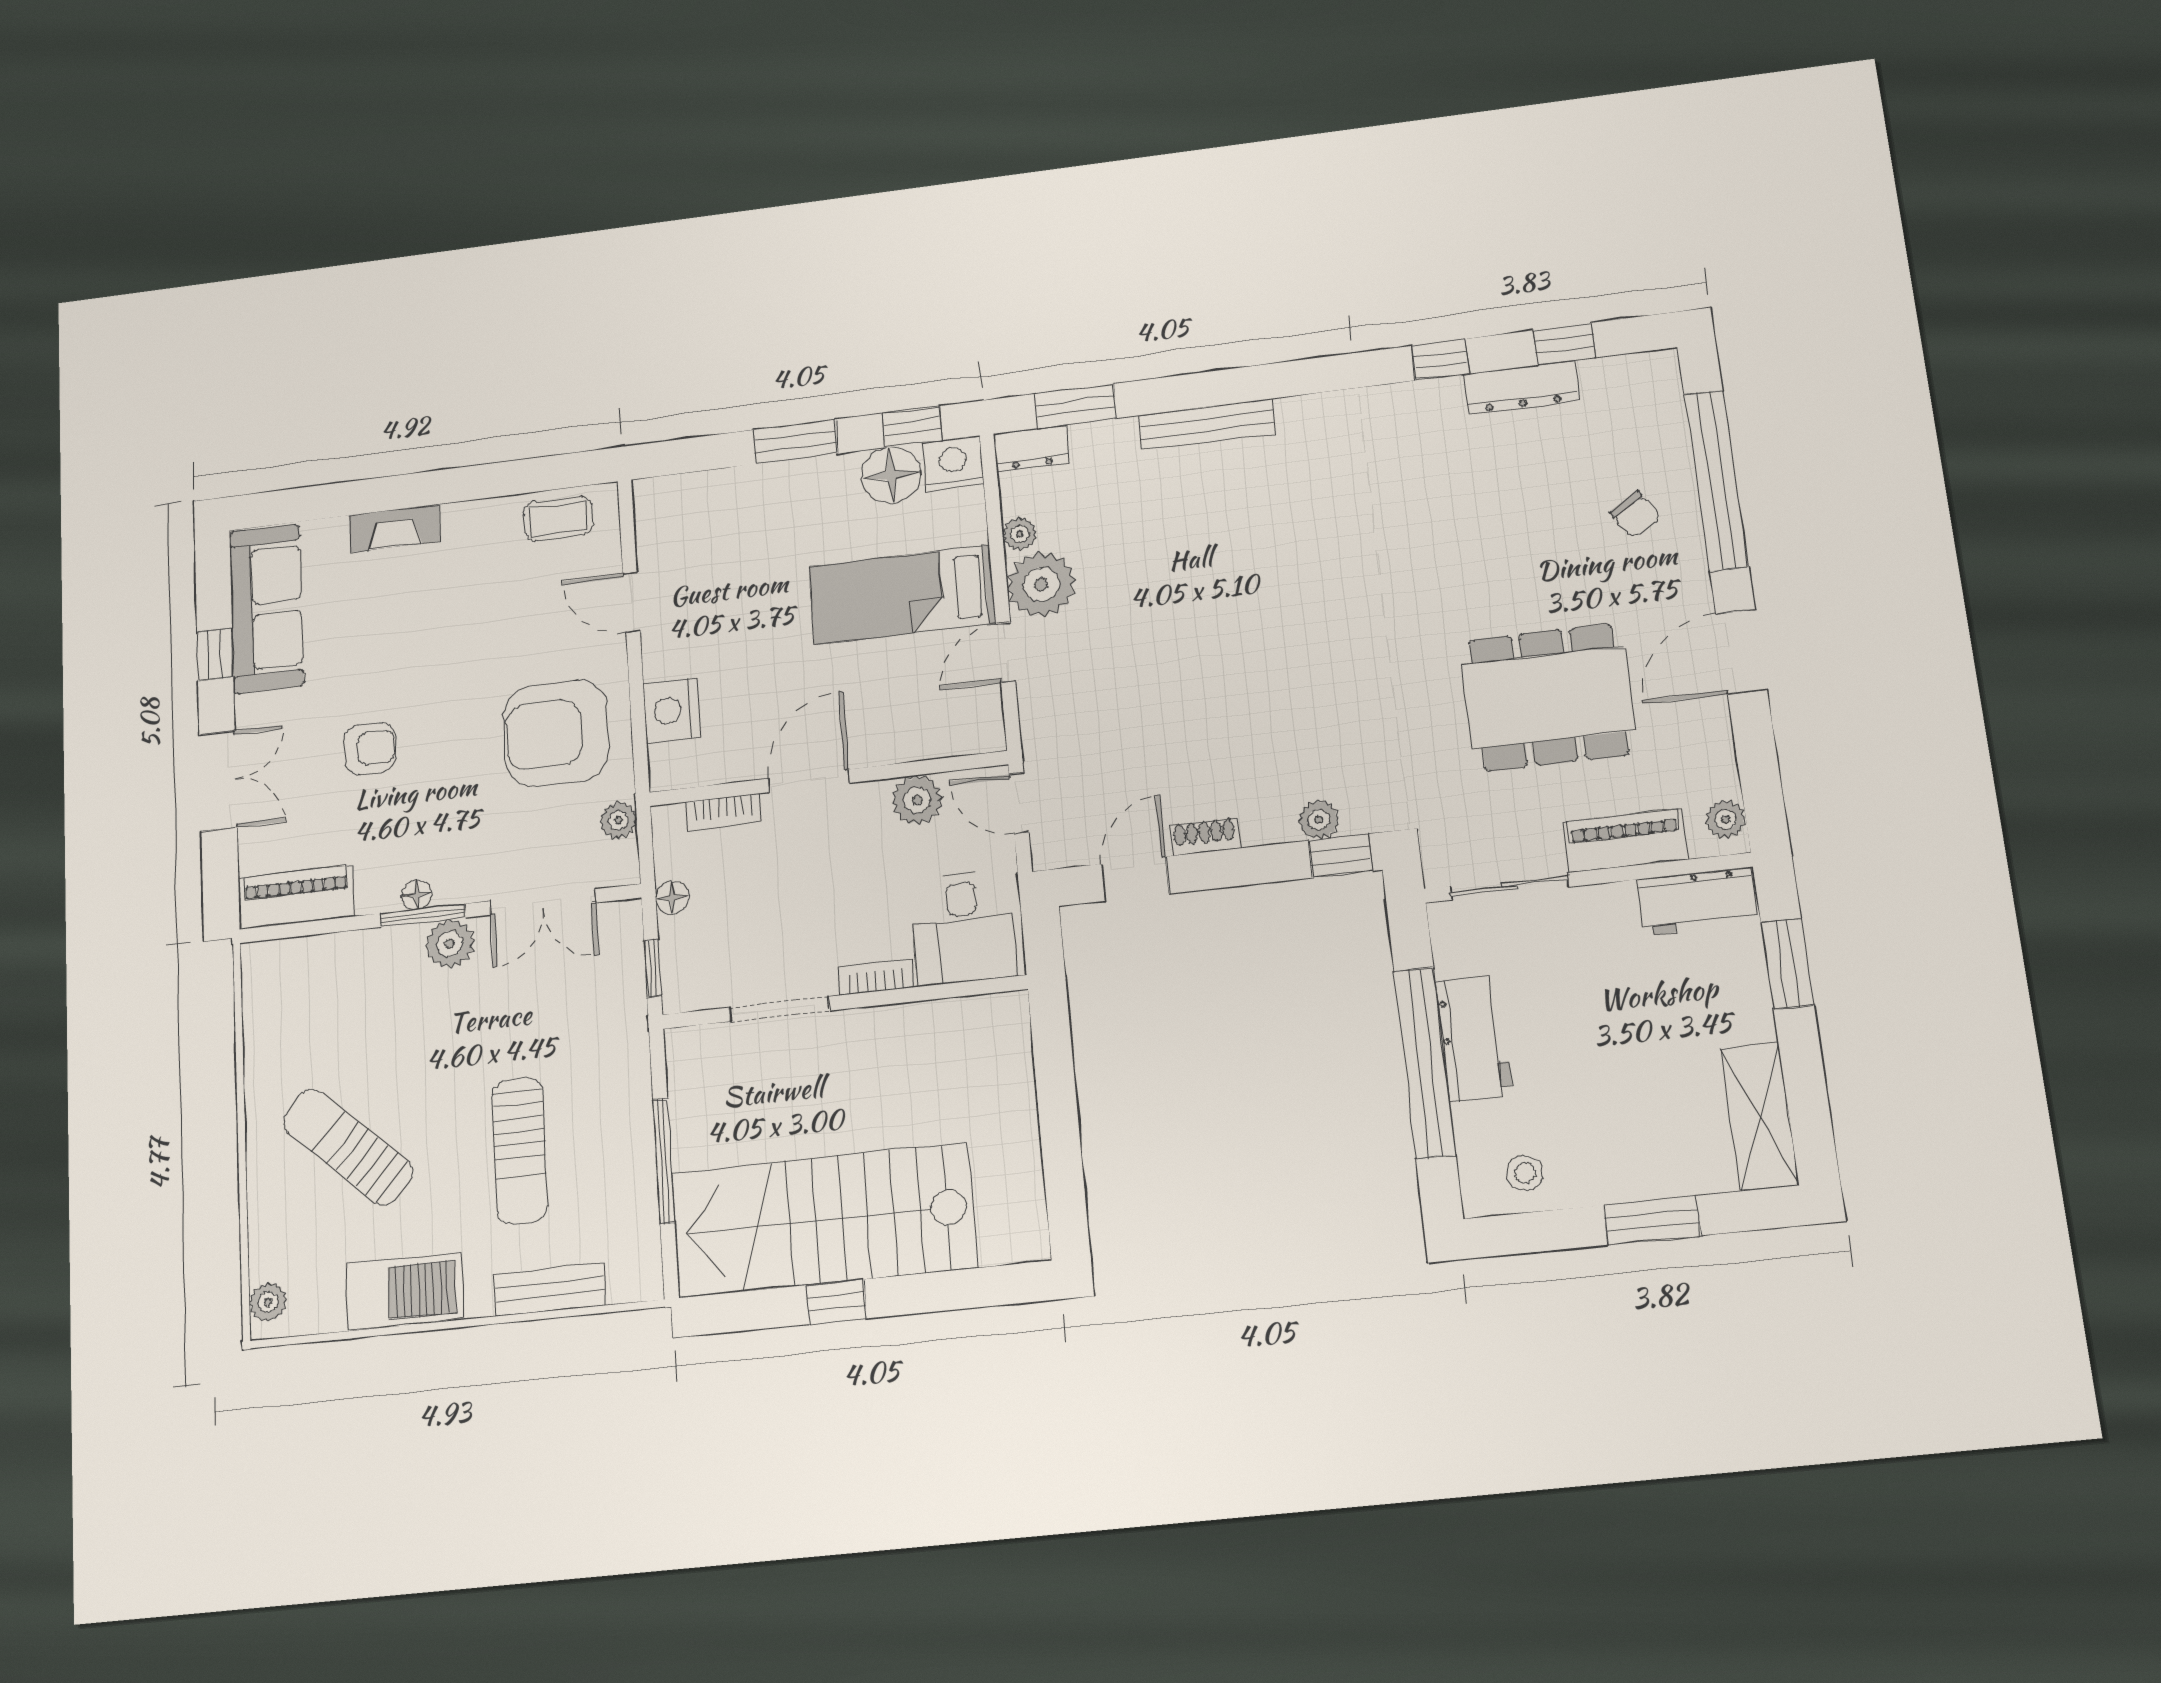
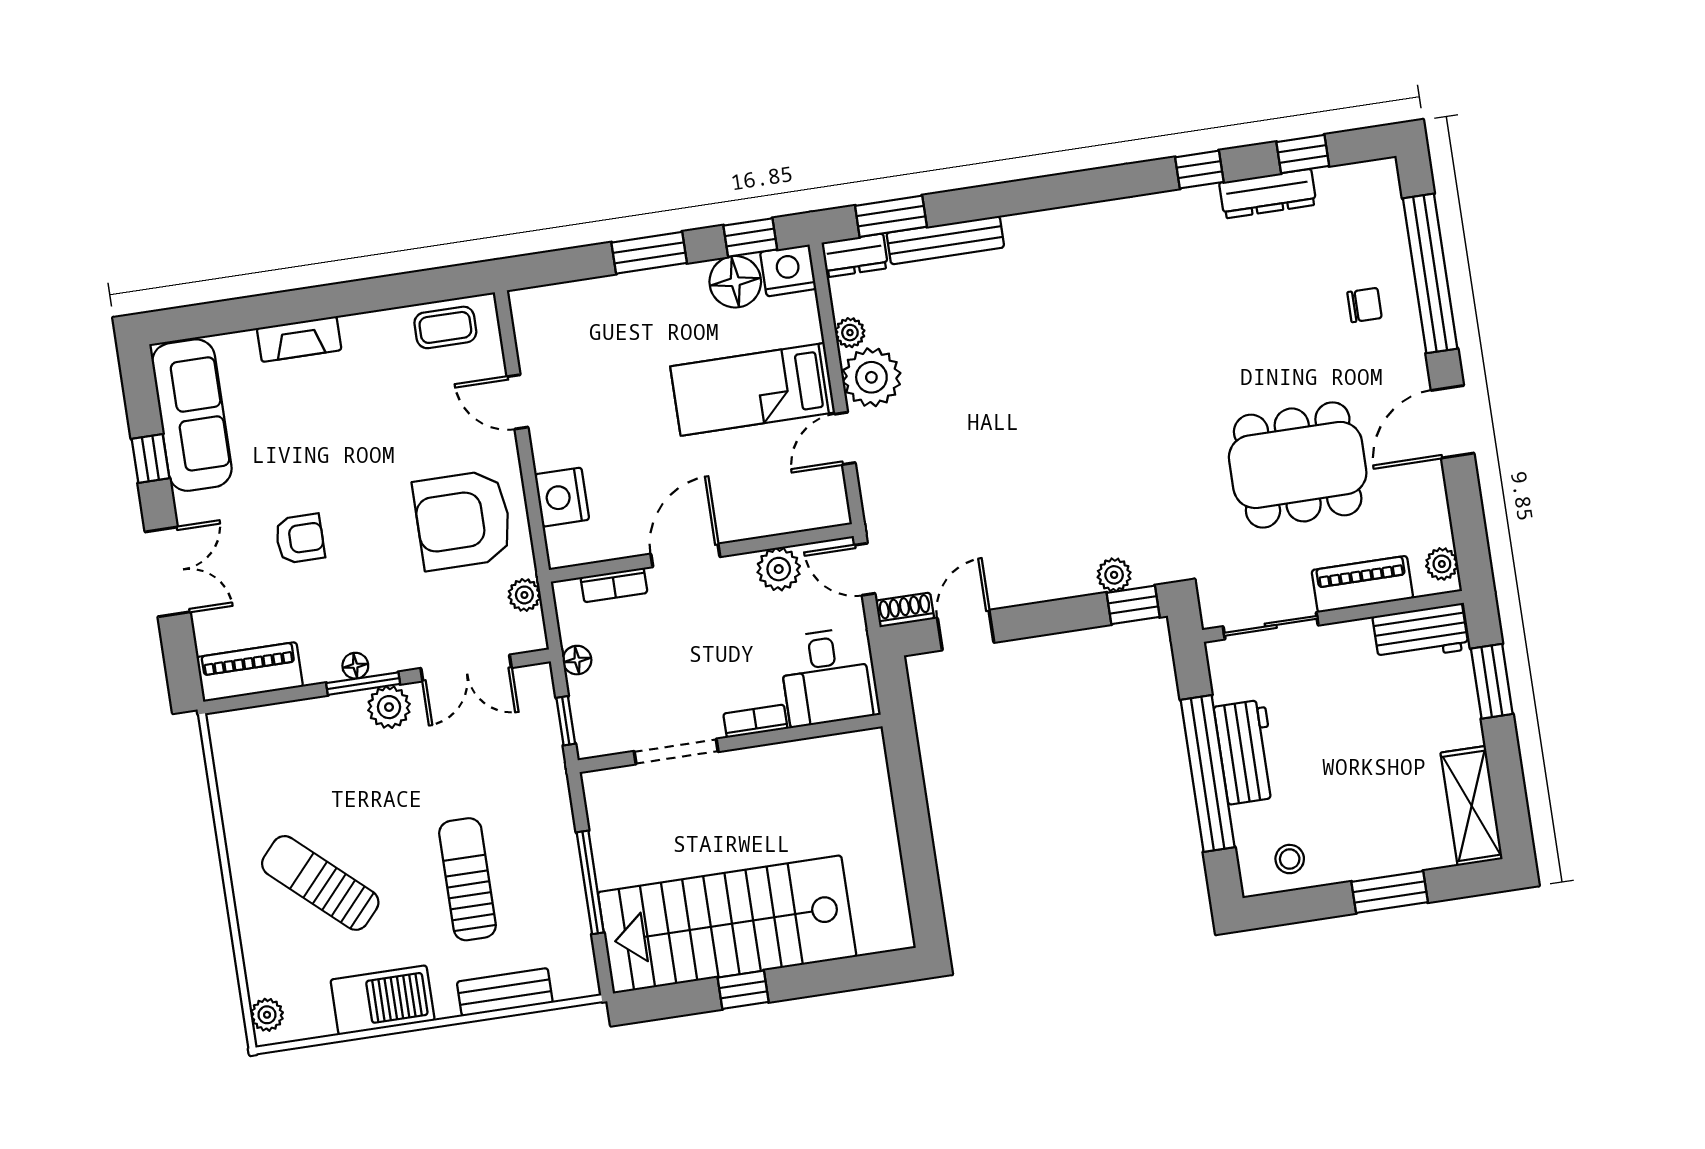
bench: (1207, 424) -> (945, 240), moved
chair: (1635, 515) -> (1364, 305), turned -58
shoe rack: (1205, 836) -> (905, 610), moved
sun lounger: (520, 1151) -> (468, 879), turned 180

